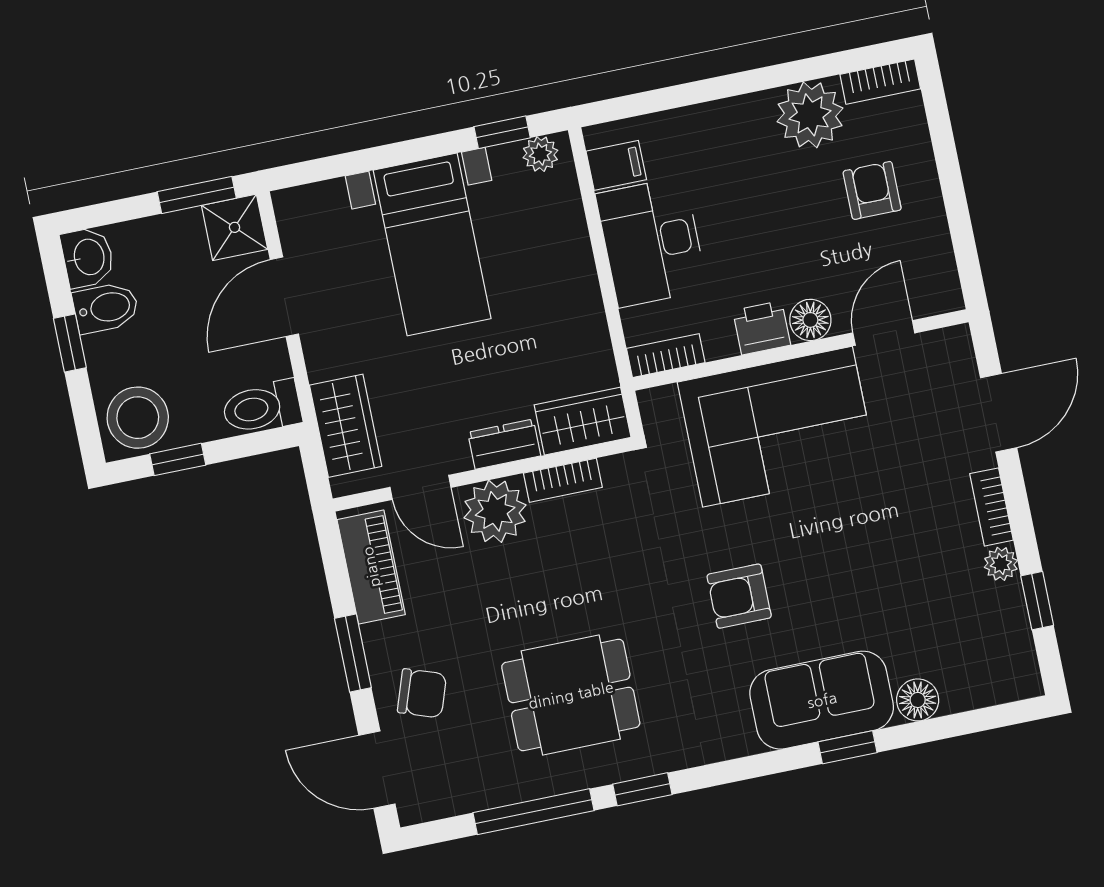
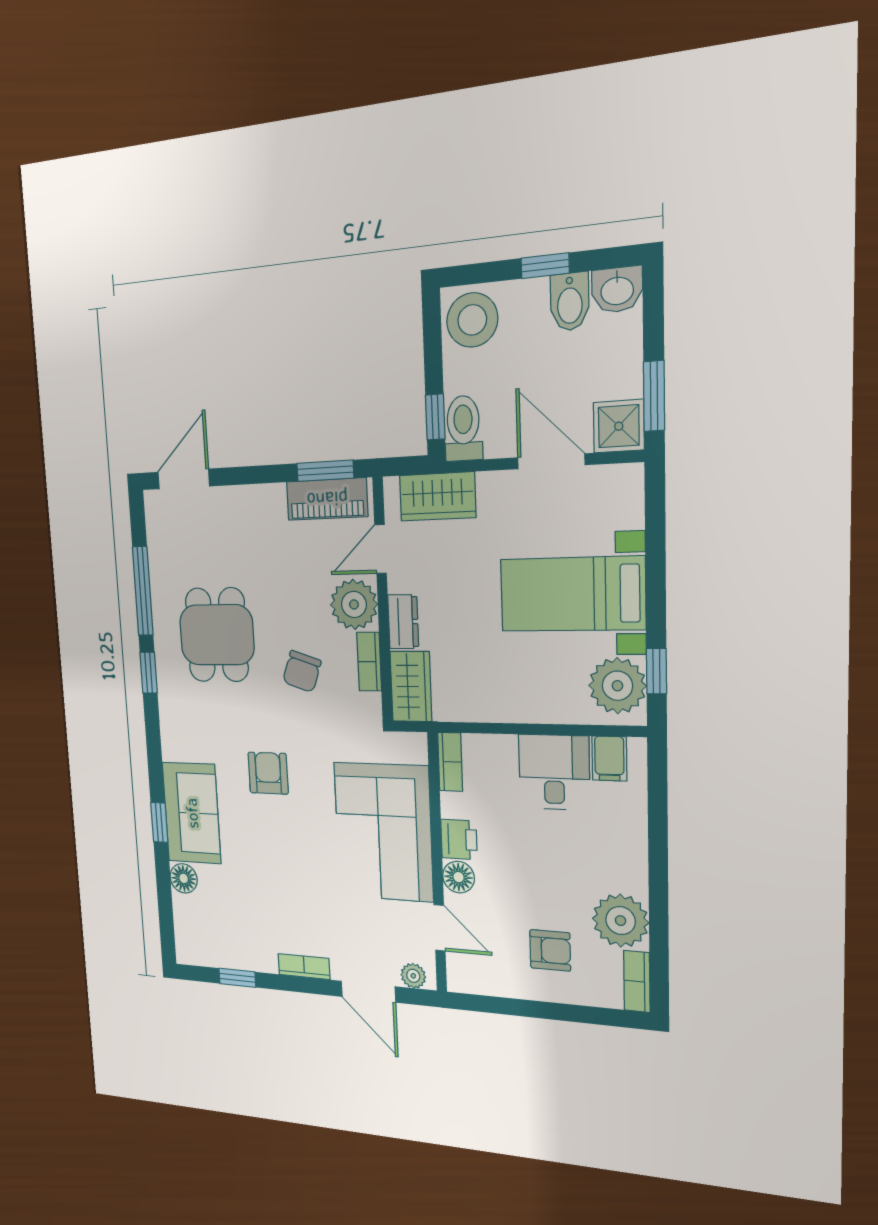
plant: (540, 154) -> (617, 686), width x1.88, depth x1.88
desk: (651, 242) -> (554, 772), width x0.73
window: (178, 459) -> (435, 417), moved
plant: (1001, 564) -> (413, 976), moved
window: (353, 653) -> (325, 471), moved
chair: (422, 693) -> (302, 671), moved

